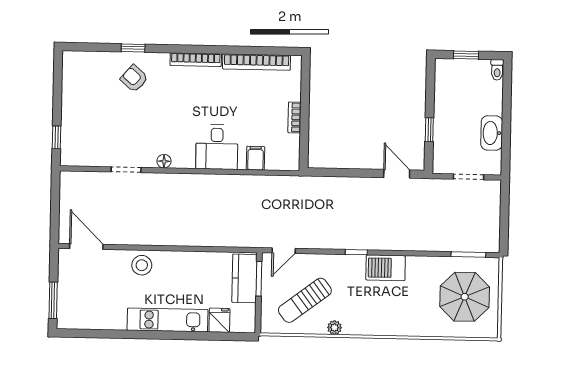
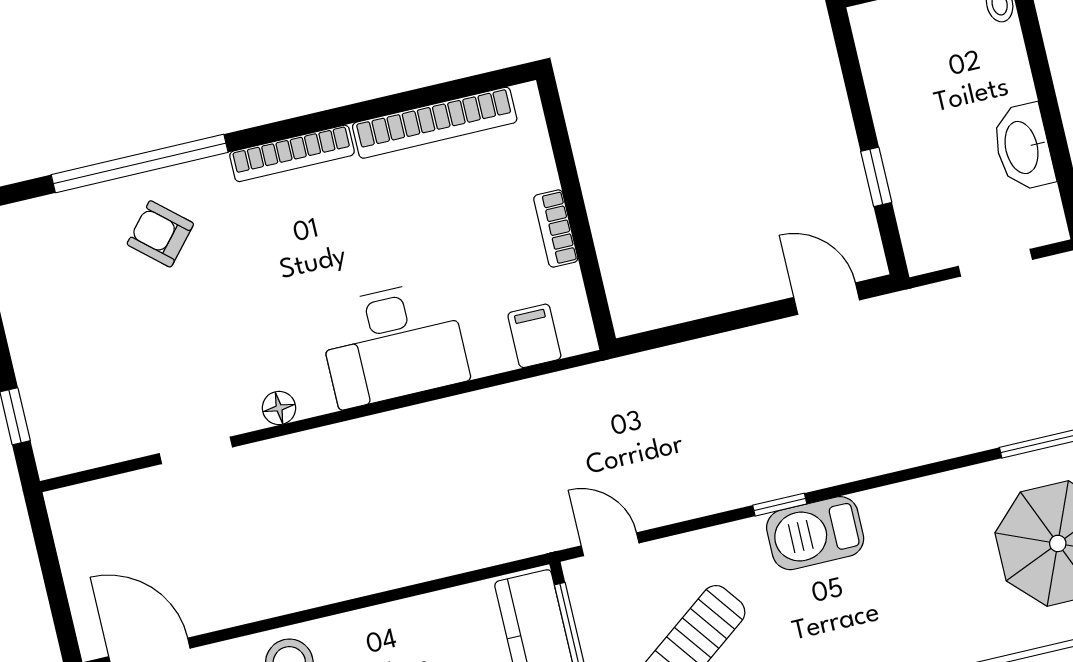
window: (133, 48) -> (140, 163), width x3.17
desk: (217, 147) -> (393, 343), width x1.37
filing cabinet: (255, 158) -> (534, 336), moved
door: (284, 251) -> (610, 544), swing flipped
barbecue: (386, 268) -> (815, 533), moved

